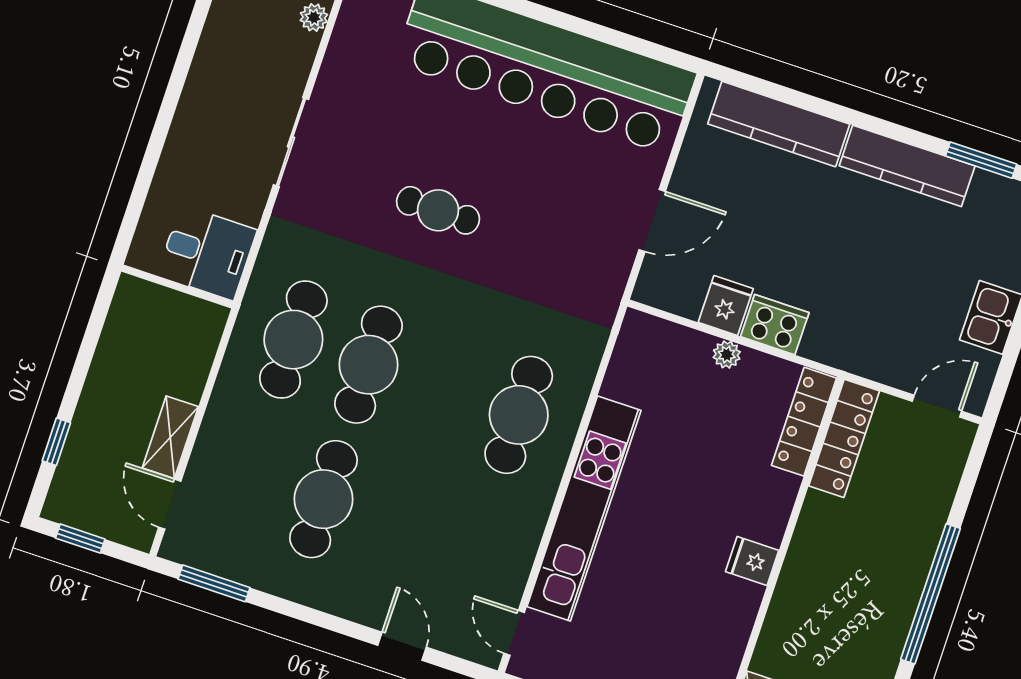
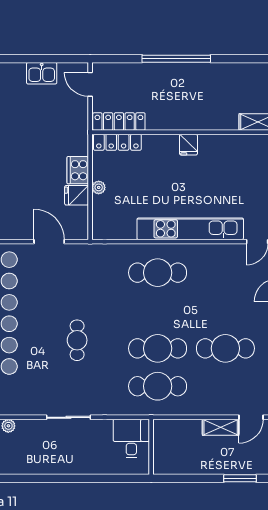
window: (56, 442) -> (240, 478), width x1.50

